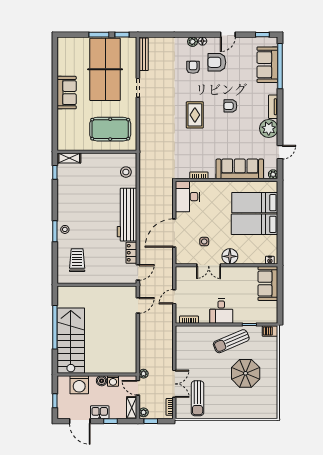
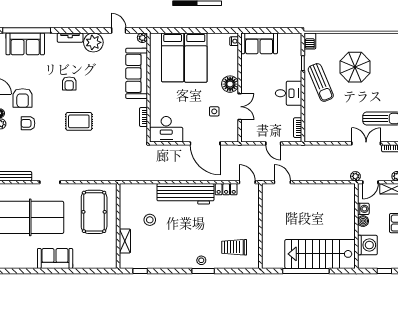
shelving: (69, 158) -> (125, 241), moved
stool: (126, 172) -> (150, 220), moved

